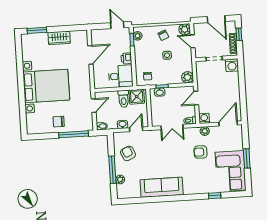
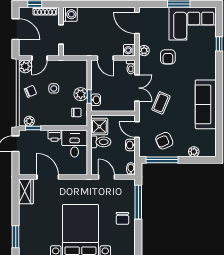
door: (216, 19) -> (16, 29), hinge flipped
wardrobe: (59, 38) -> (26, 191), moved
plant: (188, 77) -> (81, 94), moved
coffee table: (160, 149) -> (161, 103), added
window: (112, 170) -> (162, 160), moved

